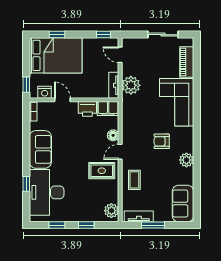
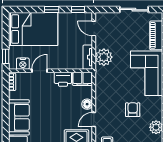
window: (57, 35) -> (52, 10), moved
door: (62, 100) -> (40, 71), hinge flipped
armchair: (162, 141) -> (133, 110), turned 90

